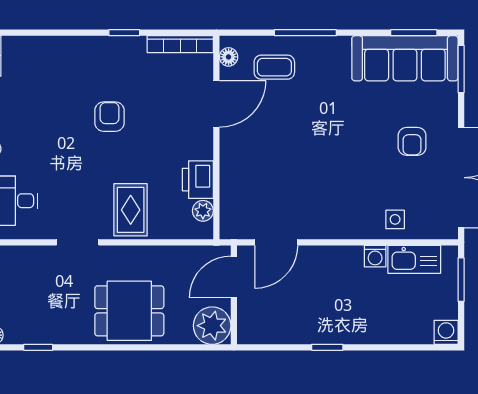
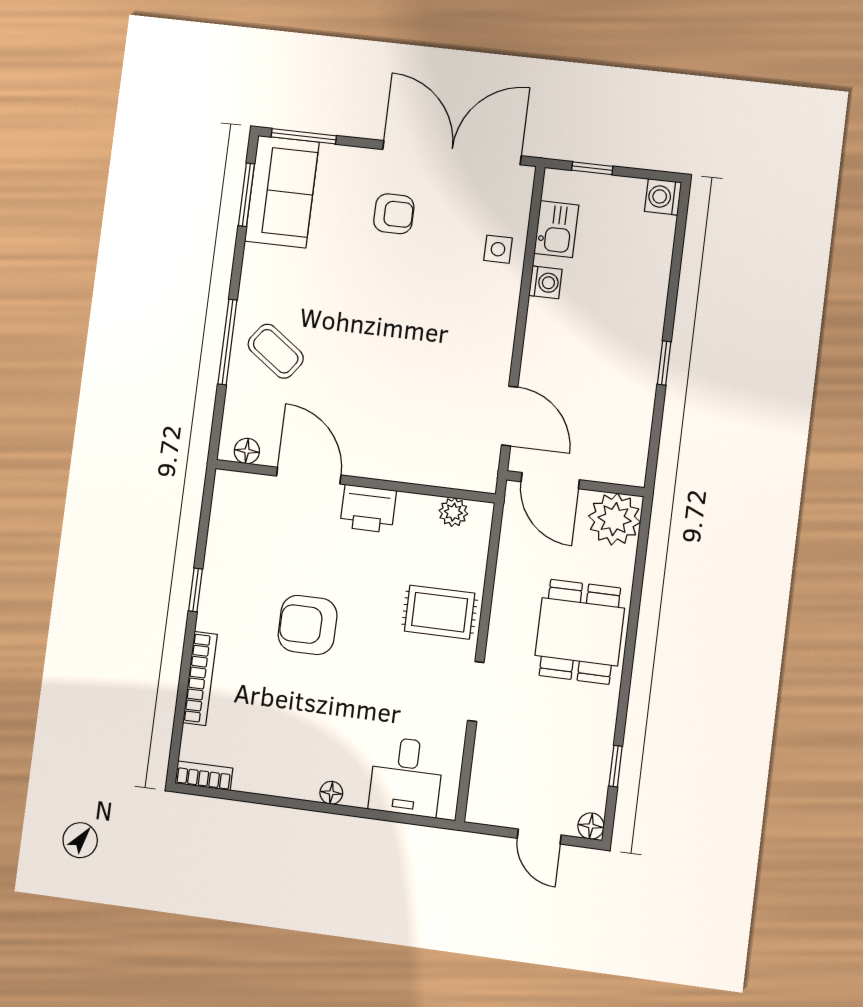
bookcase: (180, 44) -> (200, 678), moved
sofa: (405, 58) -> (282, 192), width x0.73
coffee table: (274, 67) -> (276, 351), moved, turned -54
armchair: (110, 117) -> (308, 625), width x1.38, depth x1.38
printer: (198, 180) -> (368, 509), moved
kitchen sink: (414, 259) -> (556, 229), width x0.73
window: (461, 280) -> (592, 168), width x0.67

